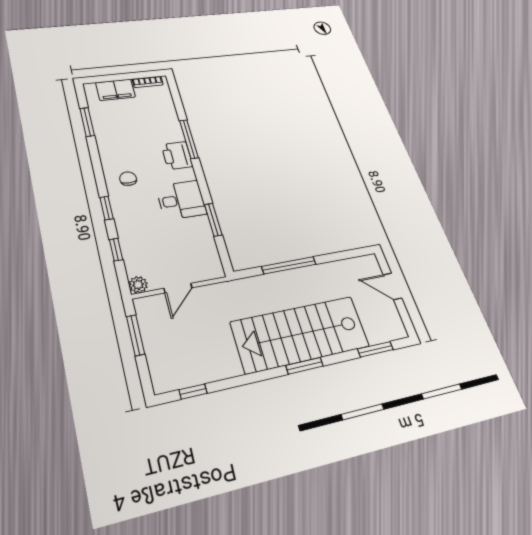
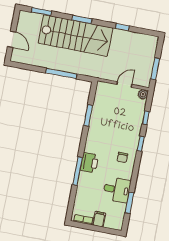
filing cabinet: (116, 90) -> (99, 219), width x0.50
desk: (181, 200) -> (117, 190), moved, turned 180
window: (193, 392) -> (122, 27), moved

